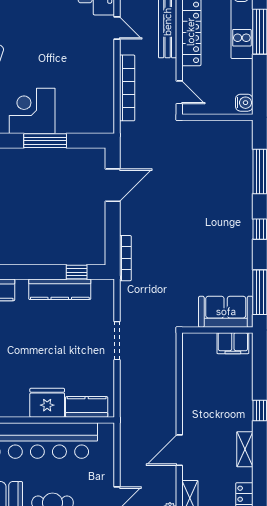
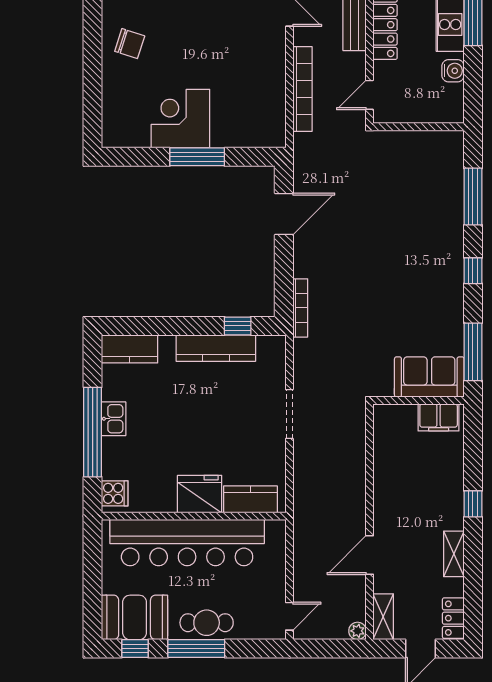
door: (179, 92) -> (370, 95), swing flipped
water cooler: (244, 103) -> (453, 71), moved

